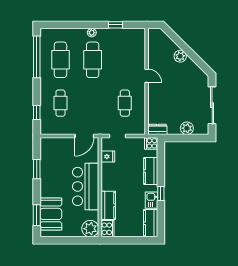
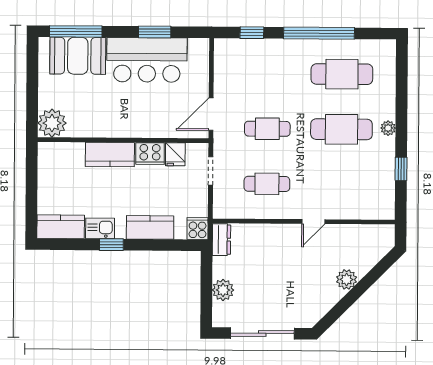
window: (37, 57) -> (319, 33), moved
cafe table: (60, 103) -> (267, 129), moved
door: (84, 136) -> (211, 114), hinge flipped
bar counter: (86, 186) -> (147, 60), moved, turned 180
kitchen counter: (108, 205) -> (110, 155), moved
window: (37, 215) -> (76, 31), width x1.44
cooker: (108, 229) -> (150, 154), moved

